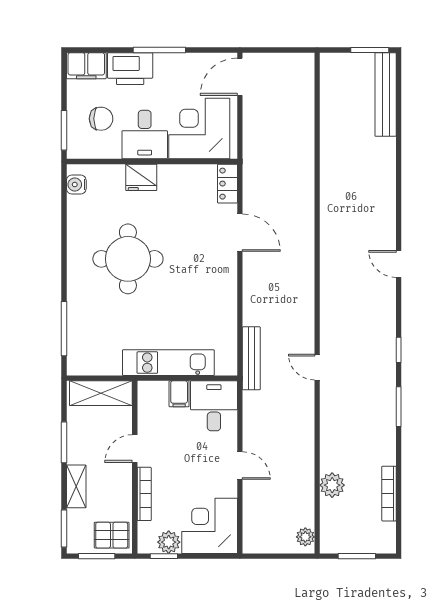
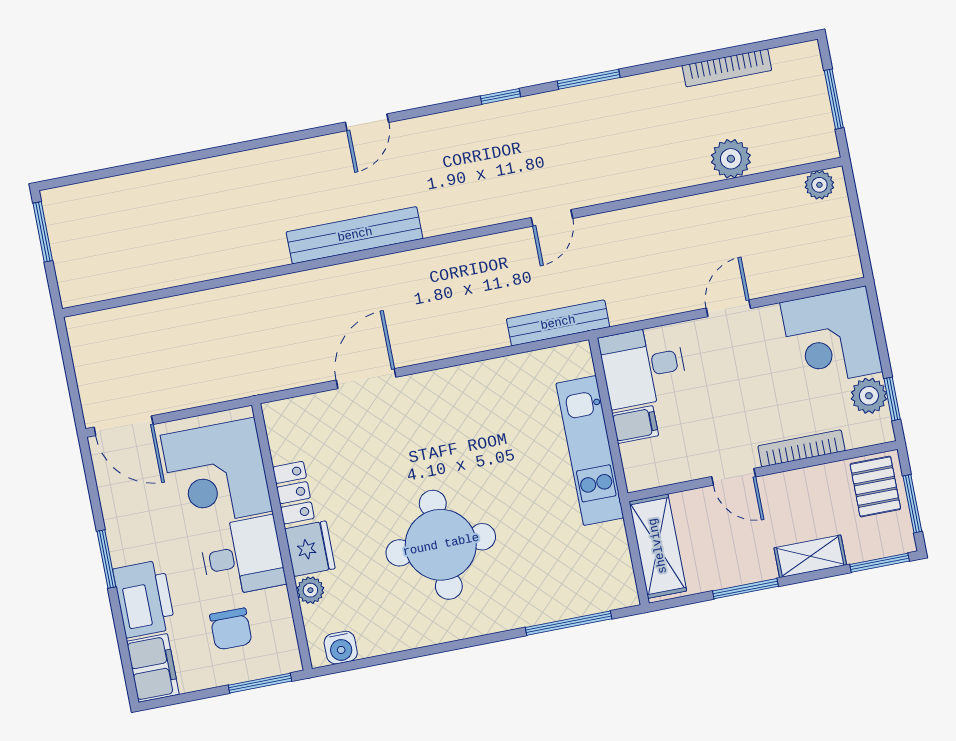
window: (159, 50) -> (106, 559), width x0.69
bench: (386, 94) -> (355, 235), moved
chair: (101, 119) -> (231, 629), turned 180
plant: (116, 173) -> (310, 590), added
locker: (227, 184) -> (293, 493), moved, turned -90

